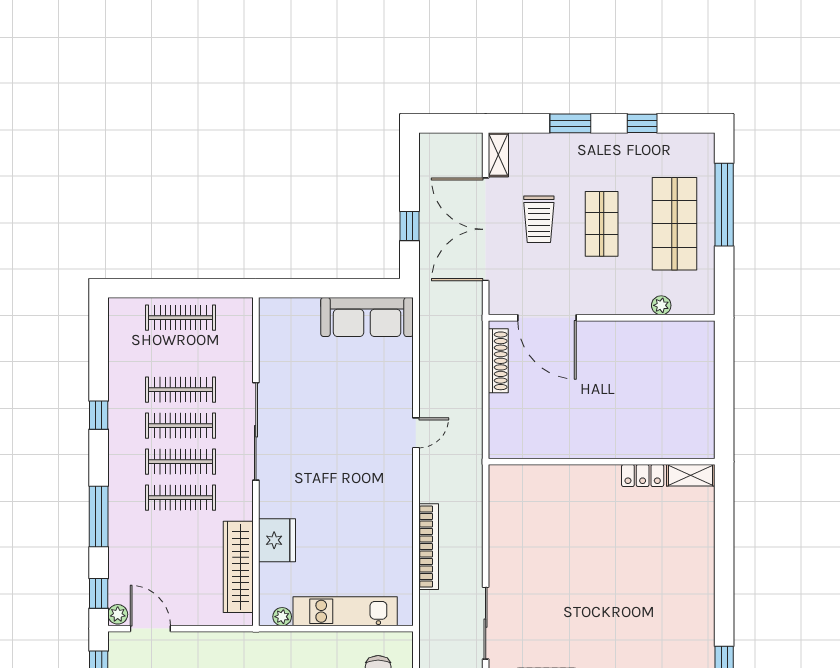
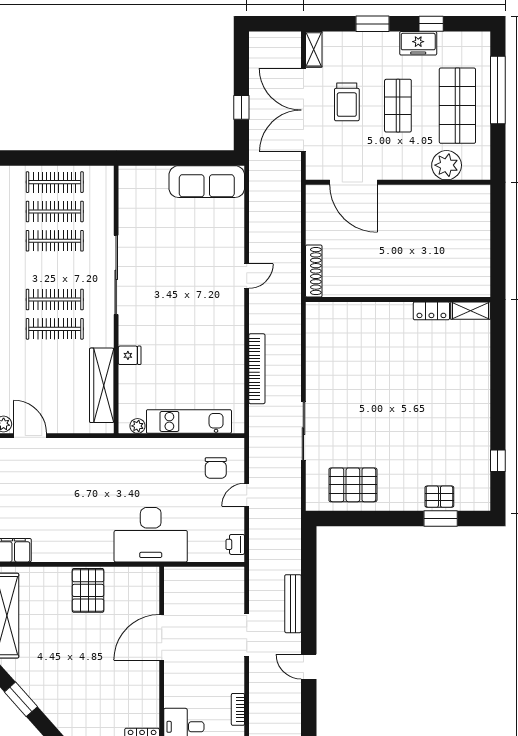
freezer: (626, 147) -> (418, 43), added
plant: (661, 305) -> (447, 165), width x1.88, depth x1.88
shoe rack: (498, 361) -> (314, 271), moved
clothes rail: (181, 426) -> (55, 211), moved
fridge: (277, 540) -> (130, 355), width x0.53, depth x0.75

